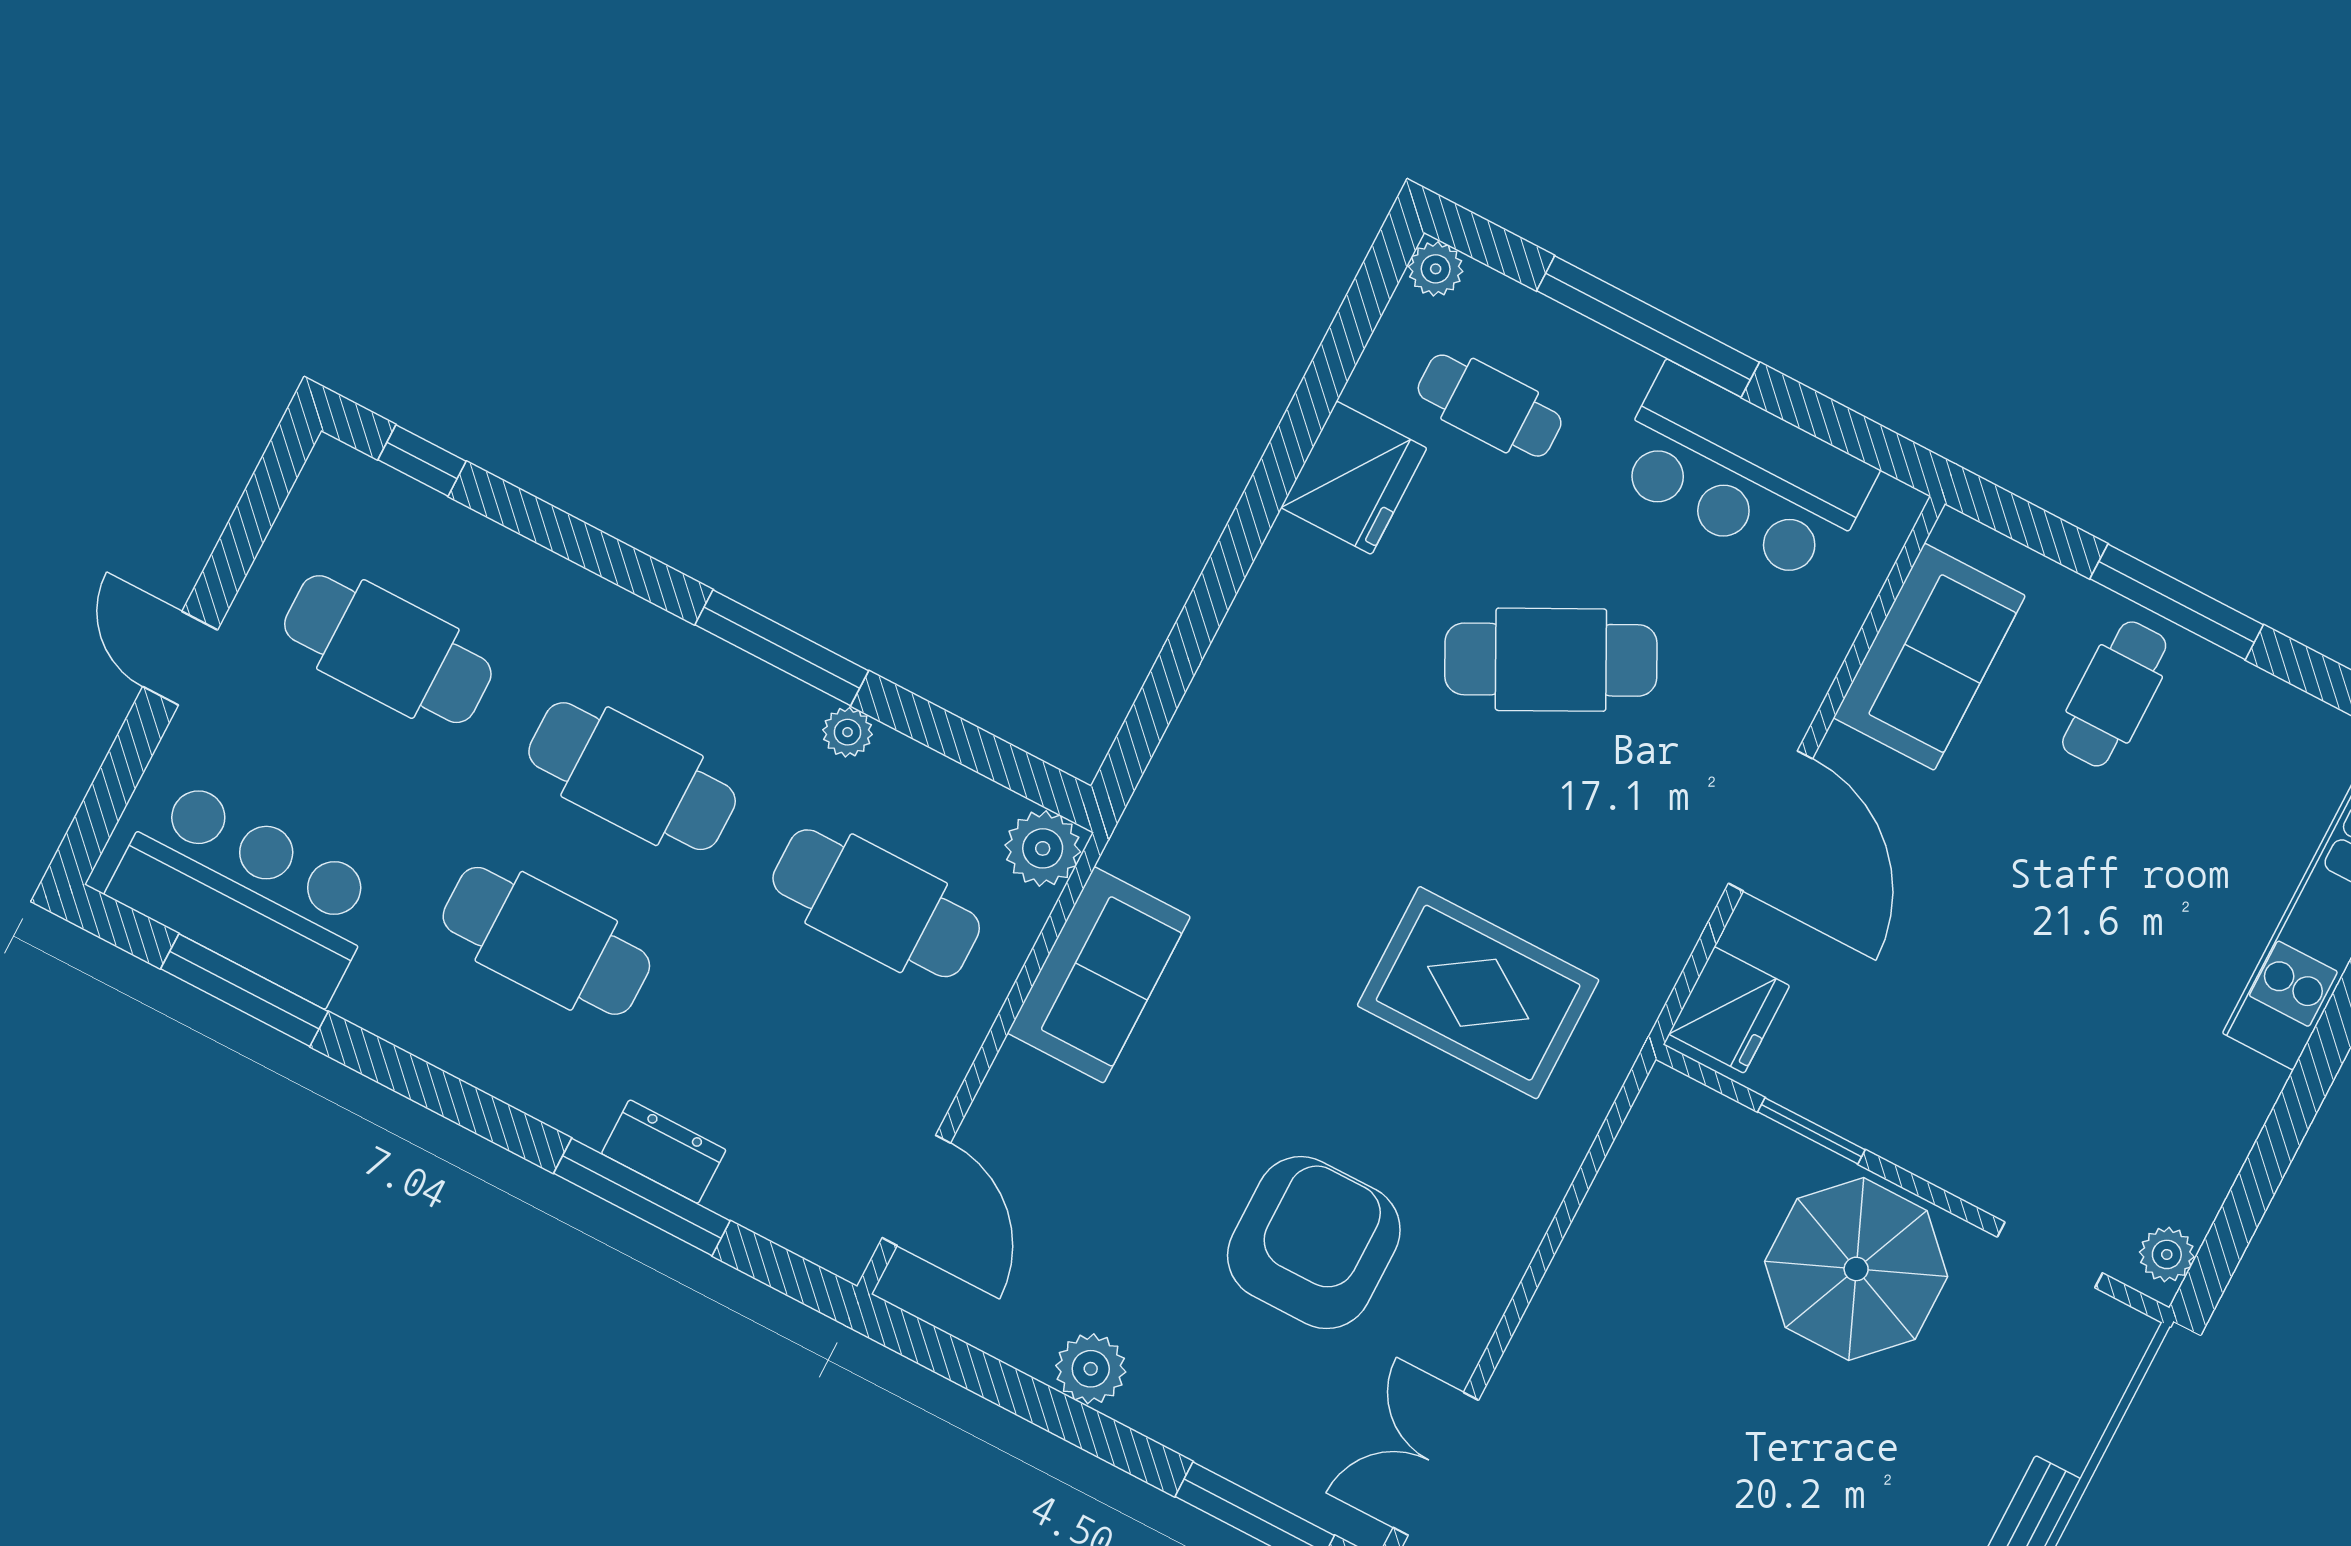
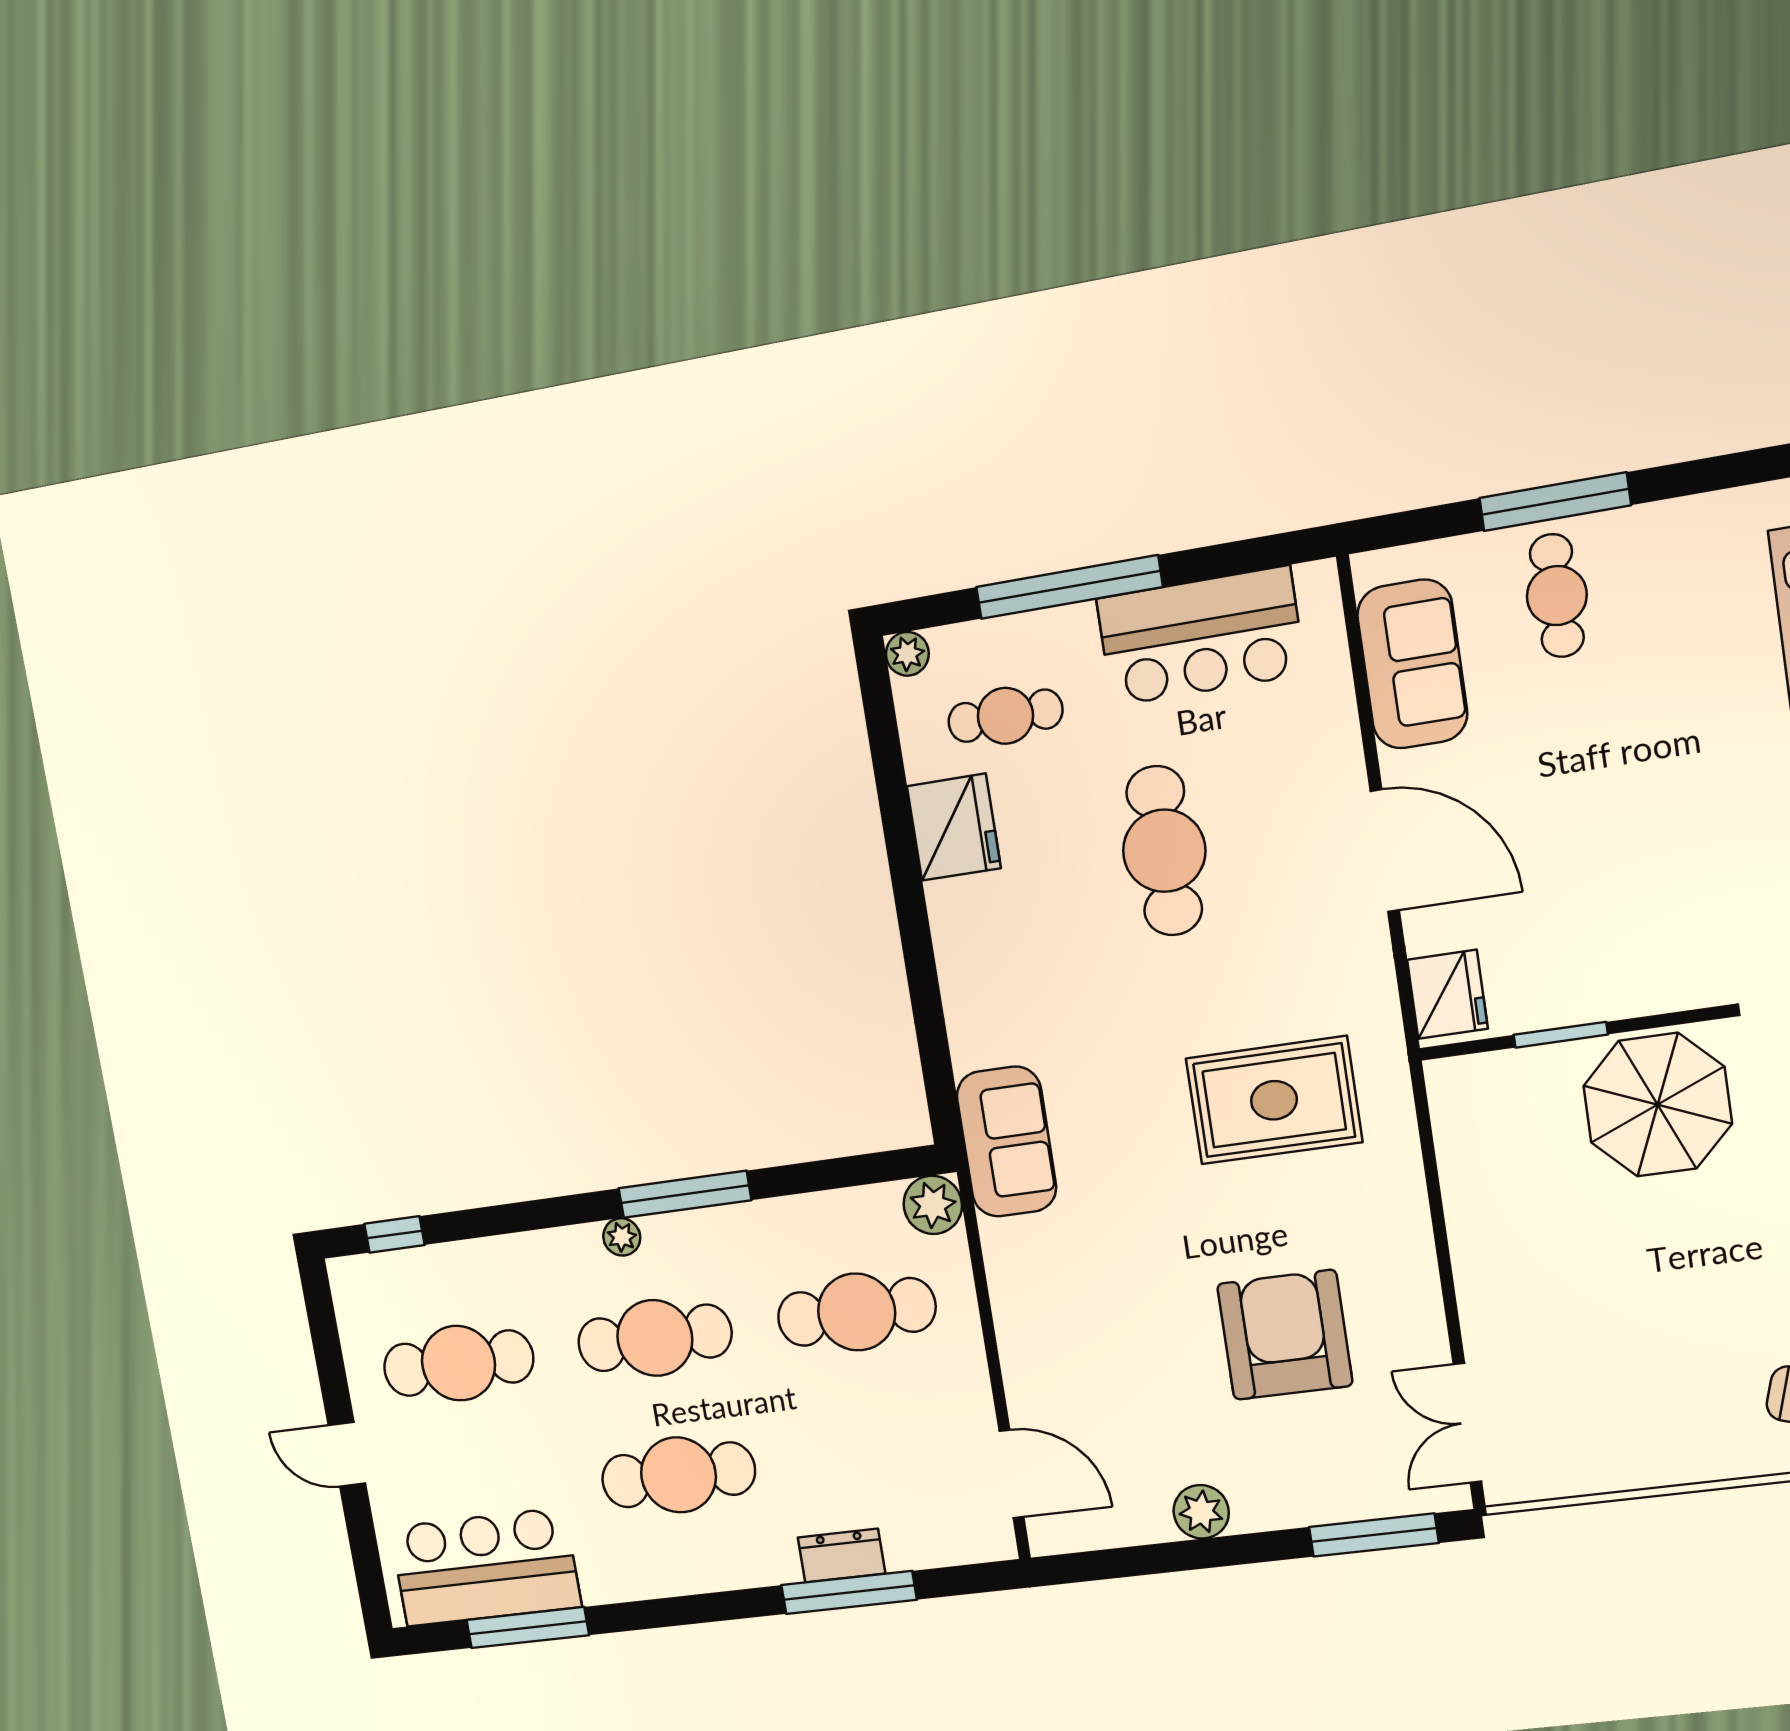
cafe table: (1551, 660) -> (1164, 851), turned -63
plant: (847, 732) -> (622, 1237), moved
sofa: (1099, 975) -> (1007, 1142), moved

